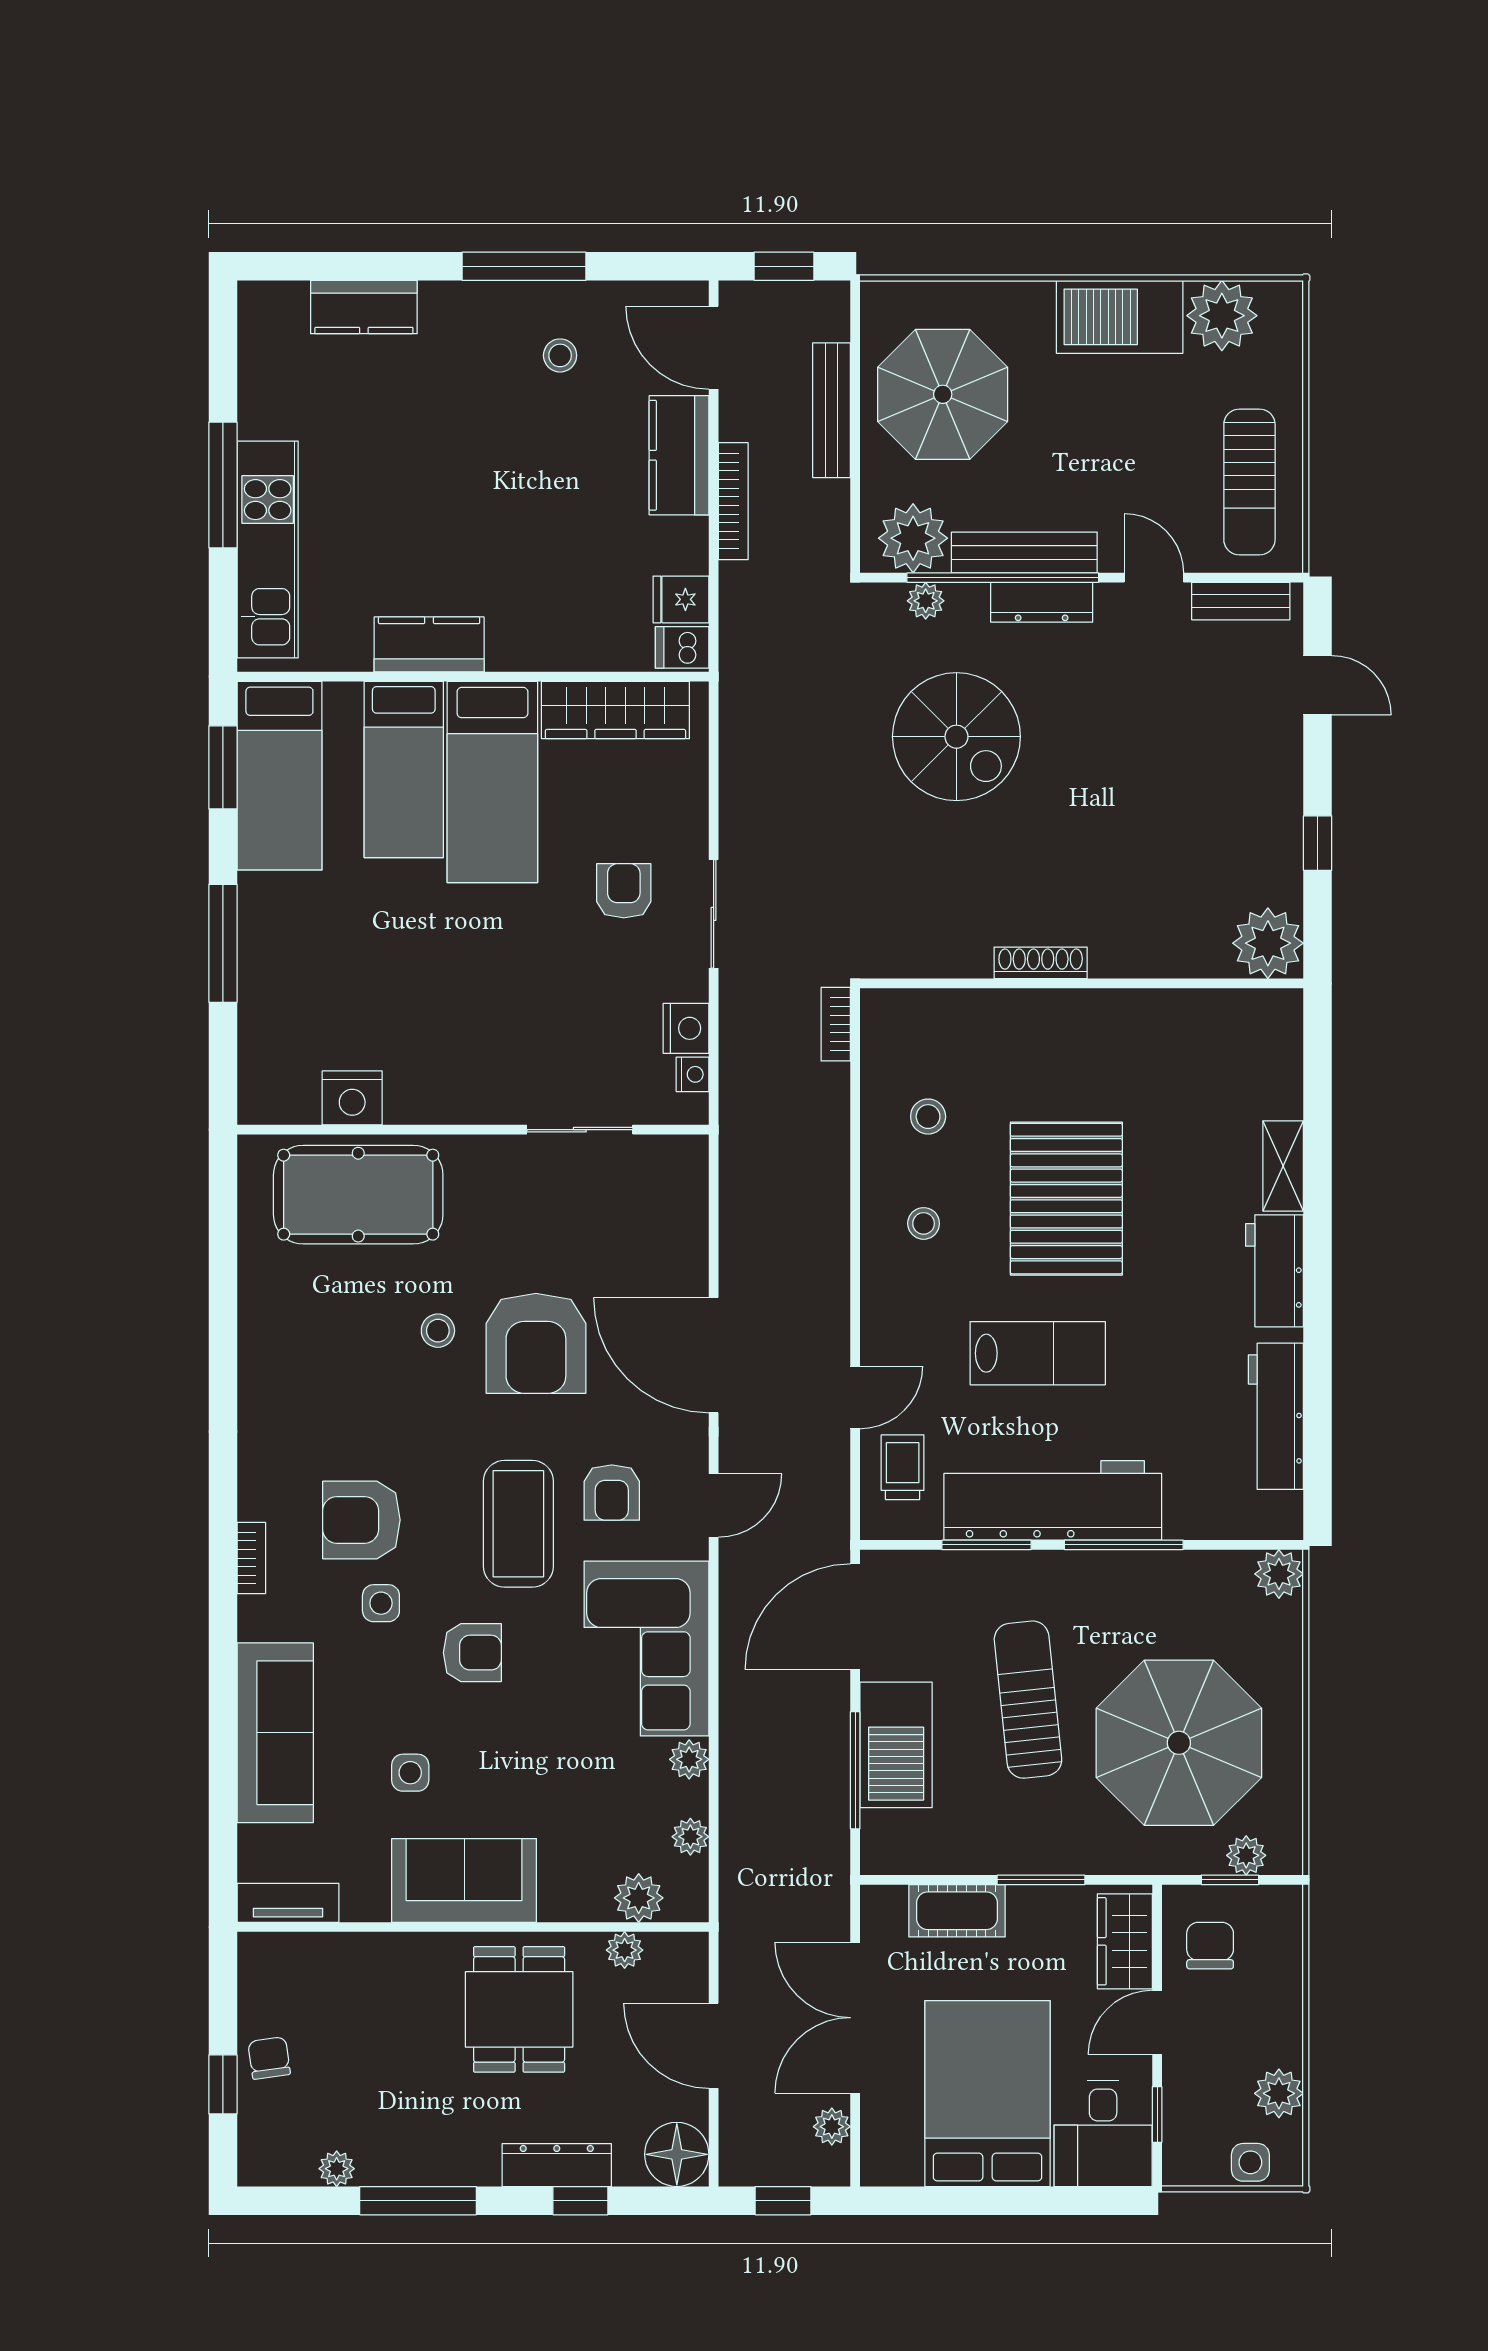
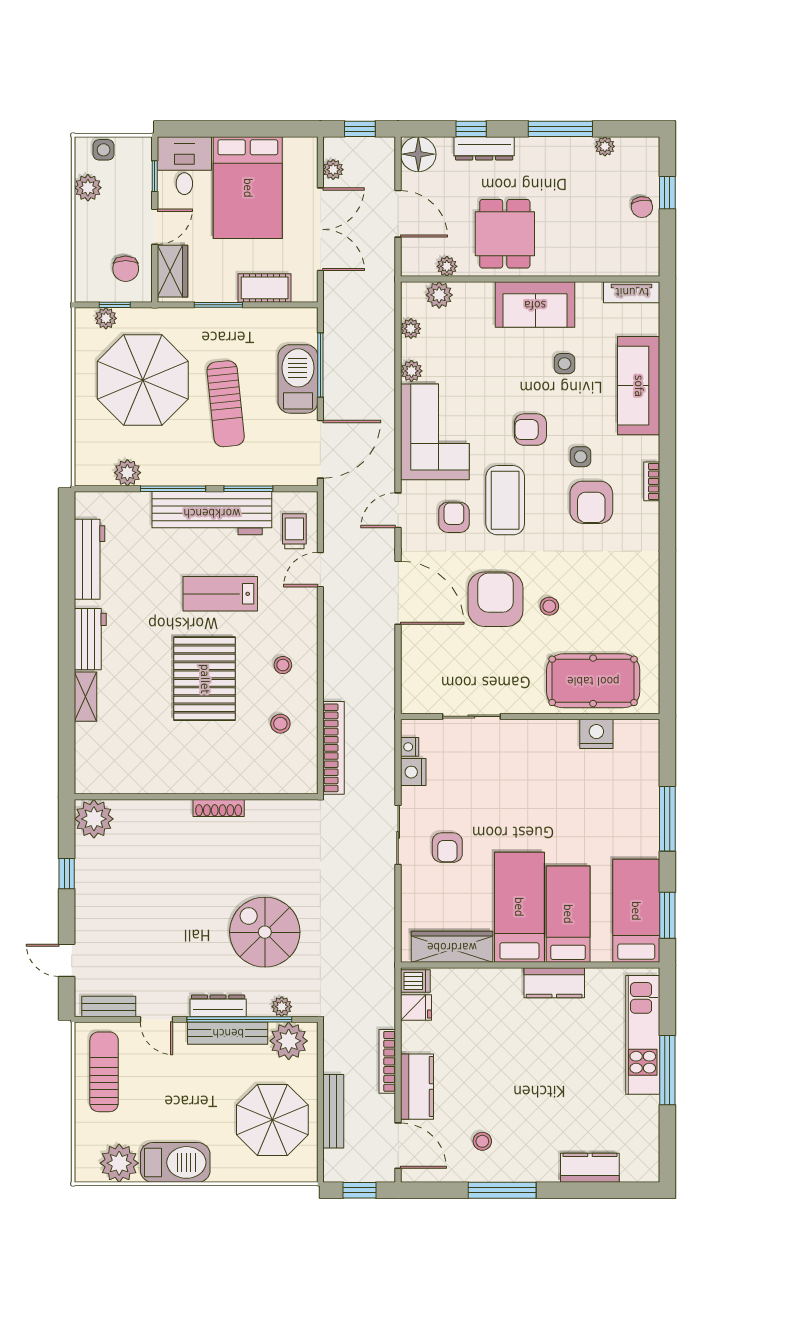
bookcase: (836, 1024) -> (334, 748), width x2.31, depth x1.31
trolley: (903, 1467) -> (294, 531), turned 180
armchair: (361, 1520) -> (591, 502), turned 90
plant: (1279, 1574) -> (127, 473), moved

